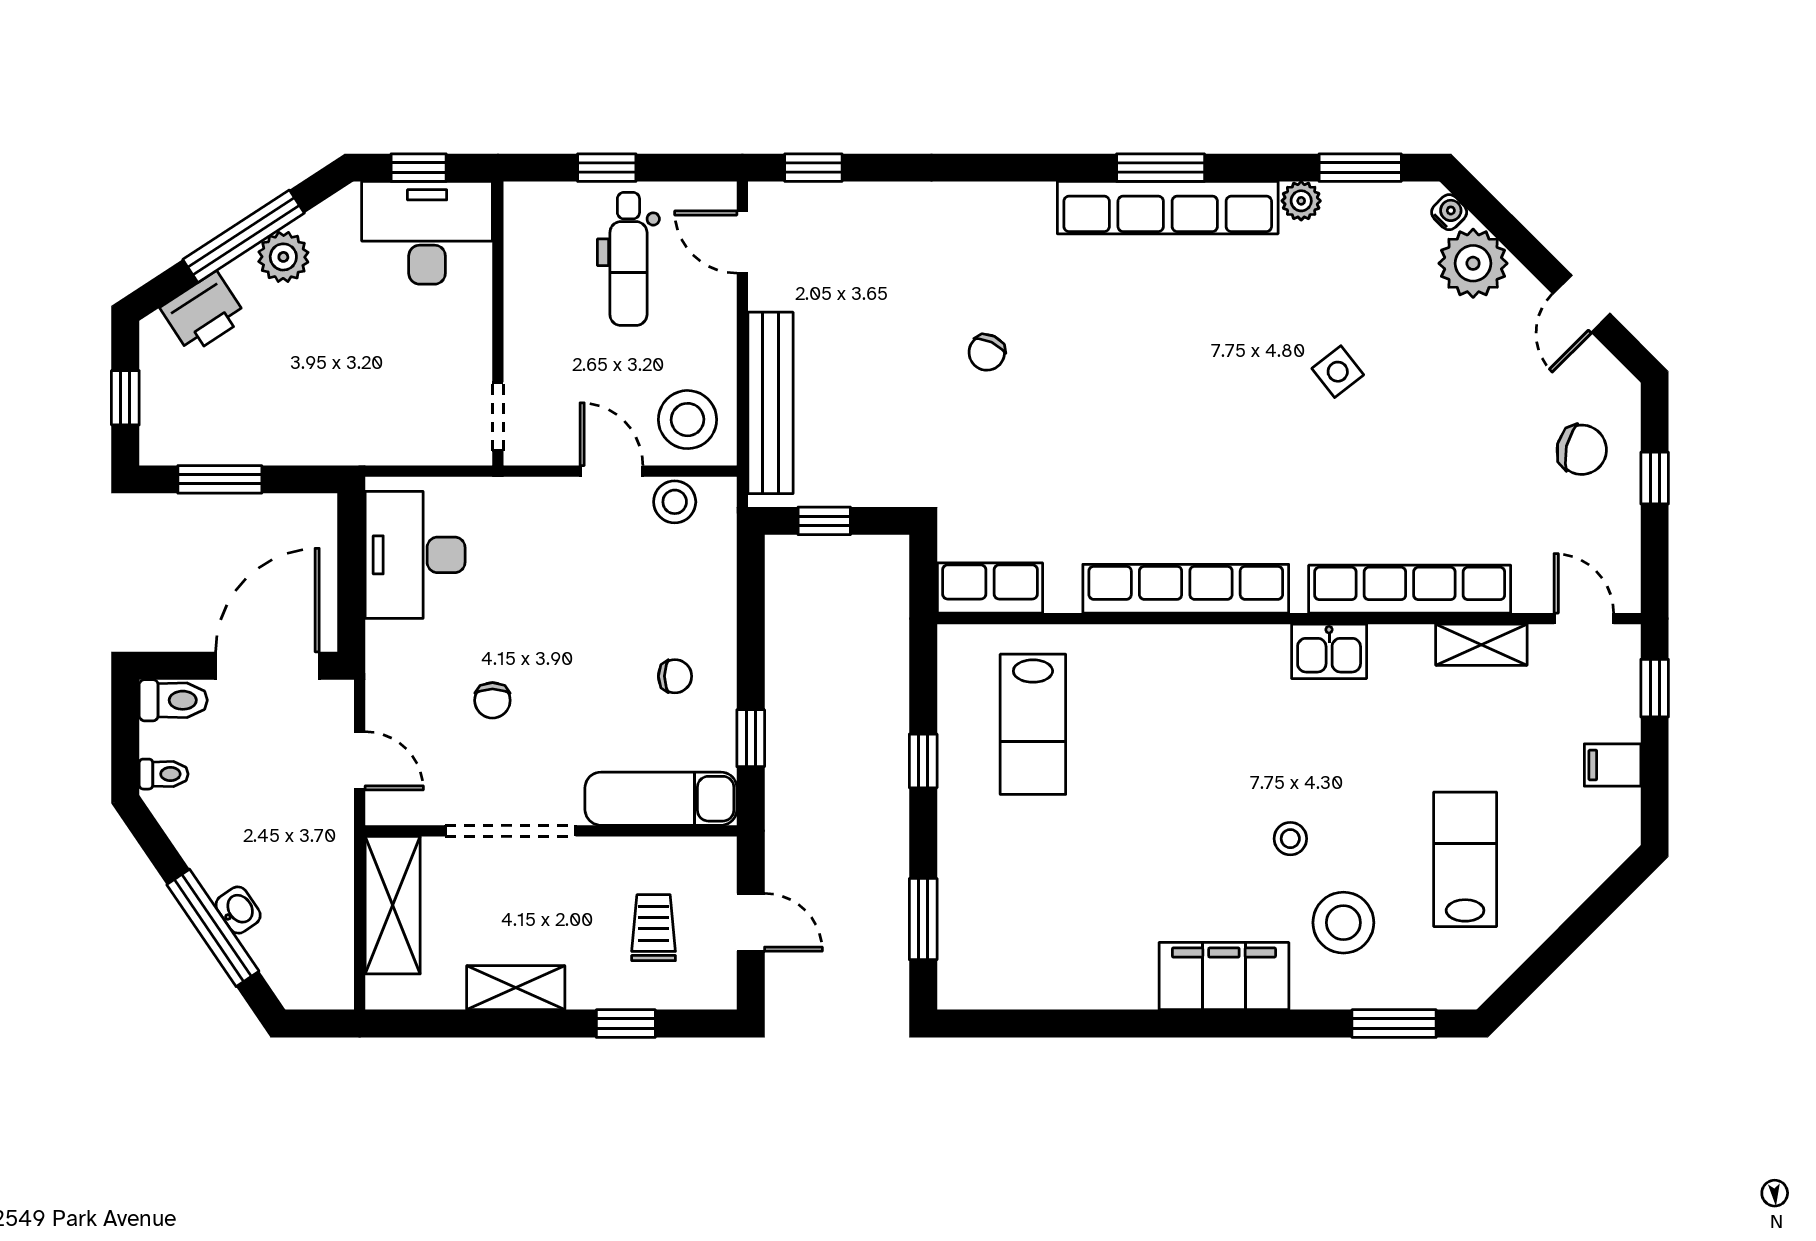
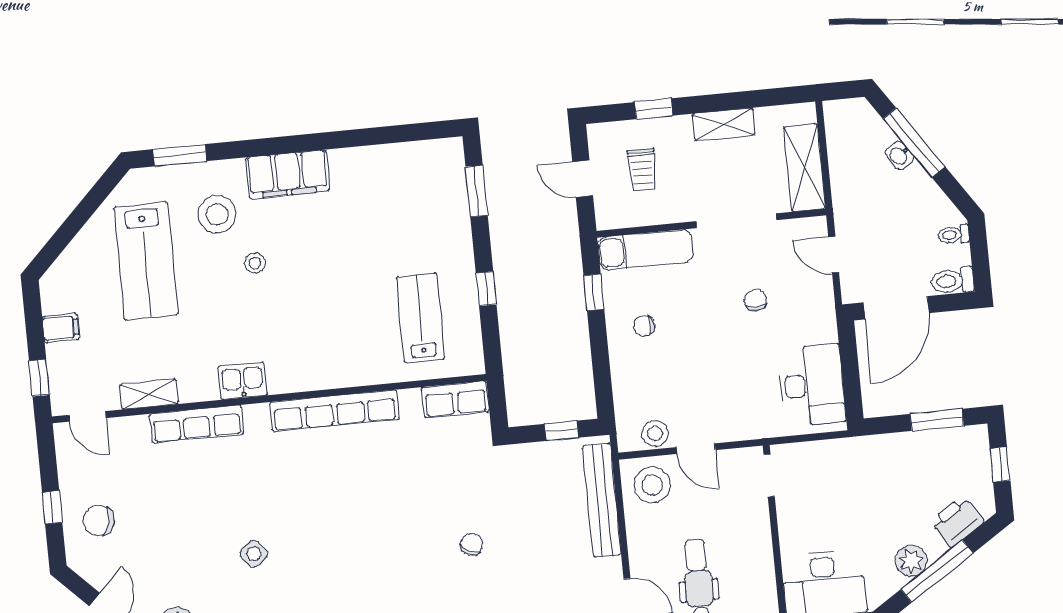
row of seats: (1410, 589) -> (196, 424), width x0.73
lab bench: (1465, 859) -> (146, 261), width x1.36, depth x1.39

